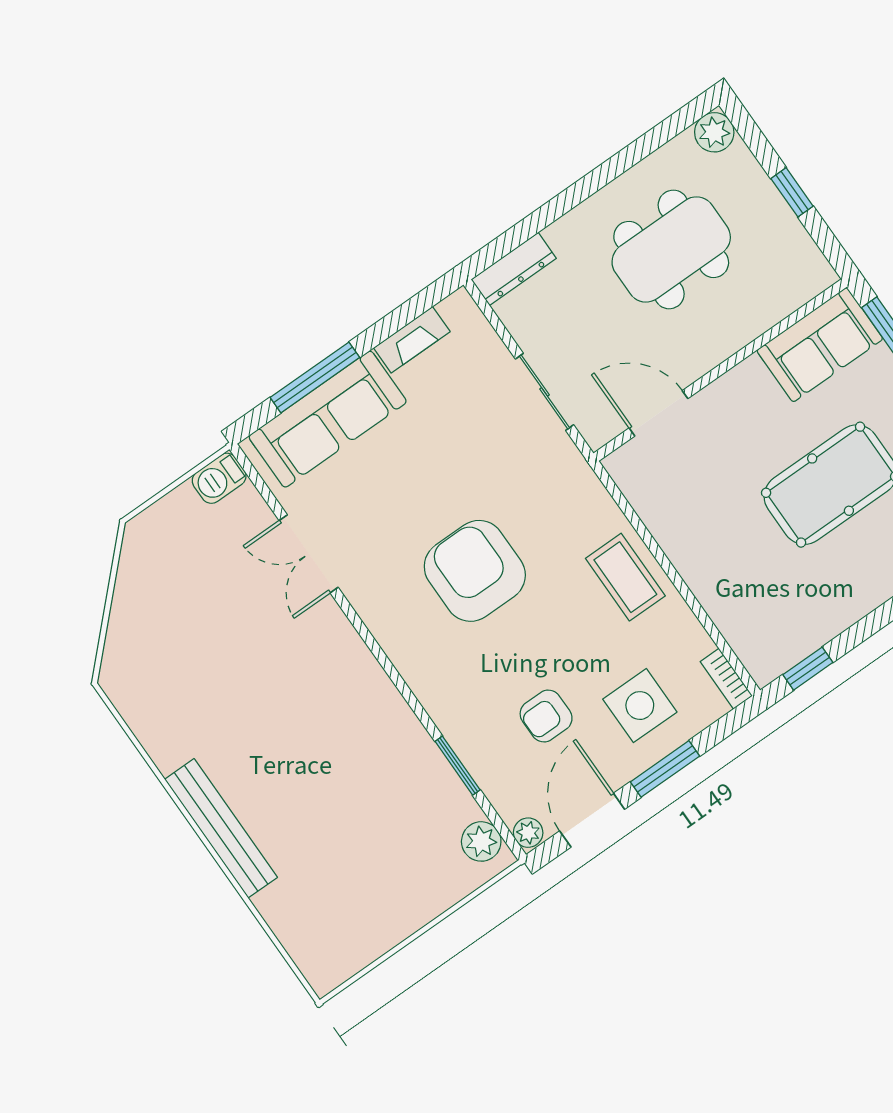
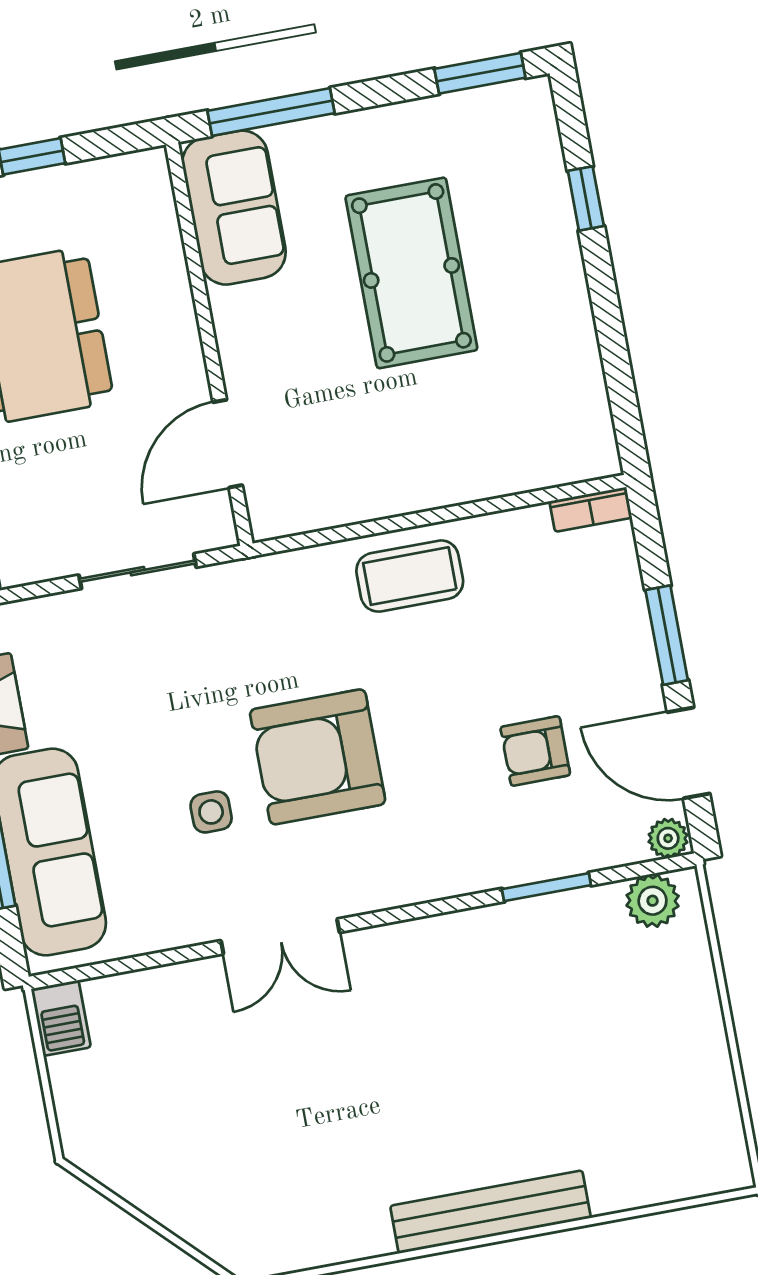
double door: (309, 554) -> (280, 936), moved
window: (808, 669) -> (624, 404), removed
side table: (640, 706) -> (211, 812), moved, width x0.54, depth x0.54
armchair: (546, 716) -> (535, 751), turned 90

